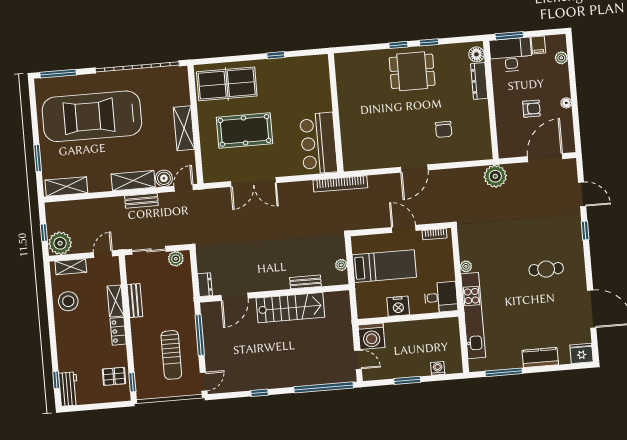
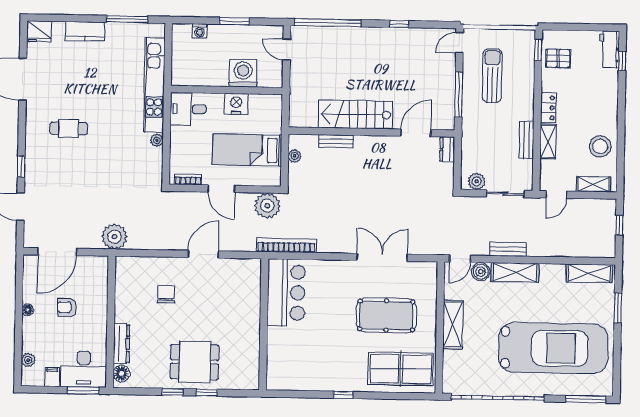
wall: (336, 113) -> (264, 324), moved
bar counter: (319, 143) -> (286, 293), moved
plant: (60, 243) -> (267, 206), moved
washing machine: (371, 336) -> (243, 73), moved

